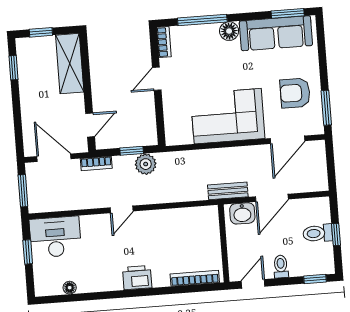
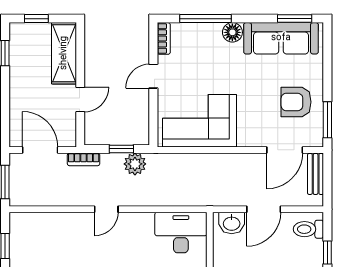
corner sofa: (228, 116) -> (200, 121), moved
door: (90, 125) -> (80, 100), moved
bench: (228, 191) -> (316, 174), moved, turned 90
toilet: (318, 233) -> (308, 229), moved
desk: (55, 237) -> (181, 233), moved

